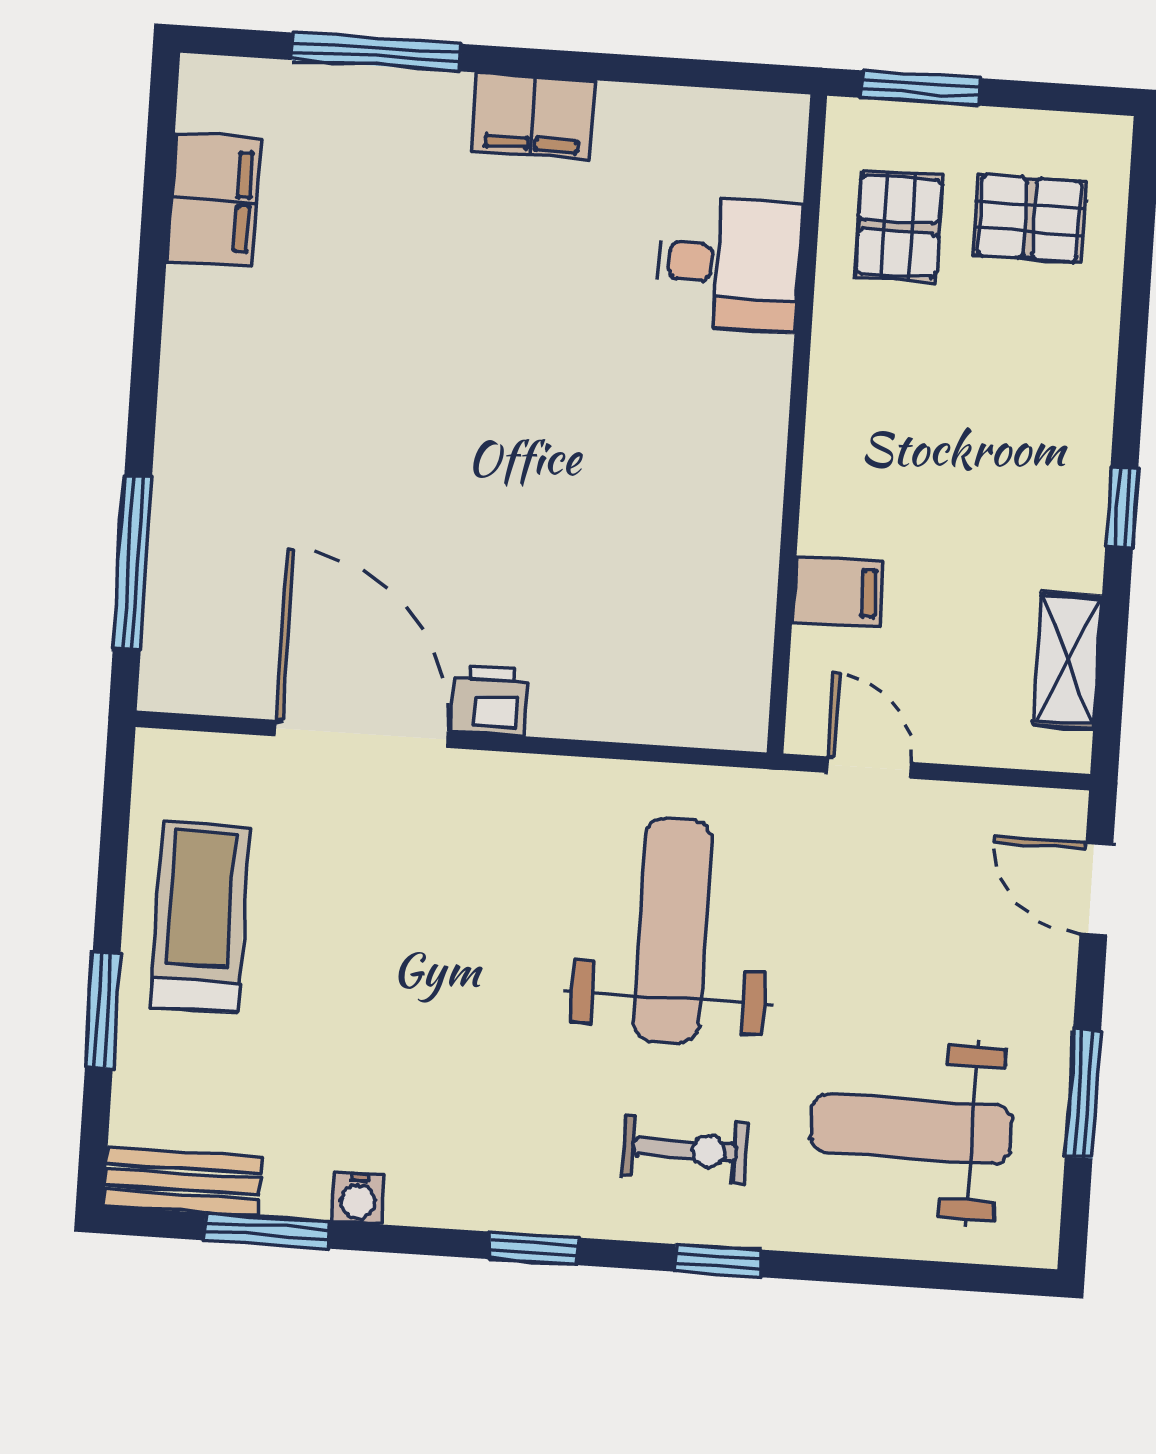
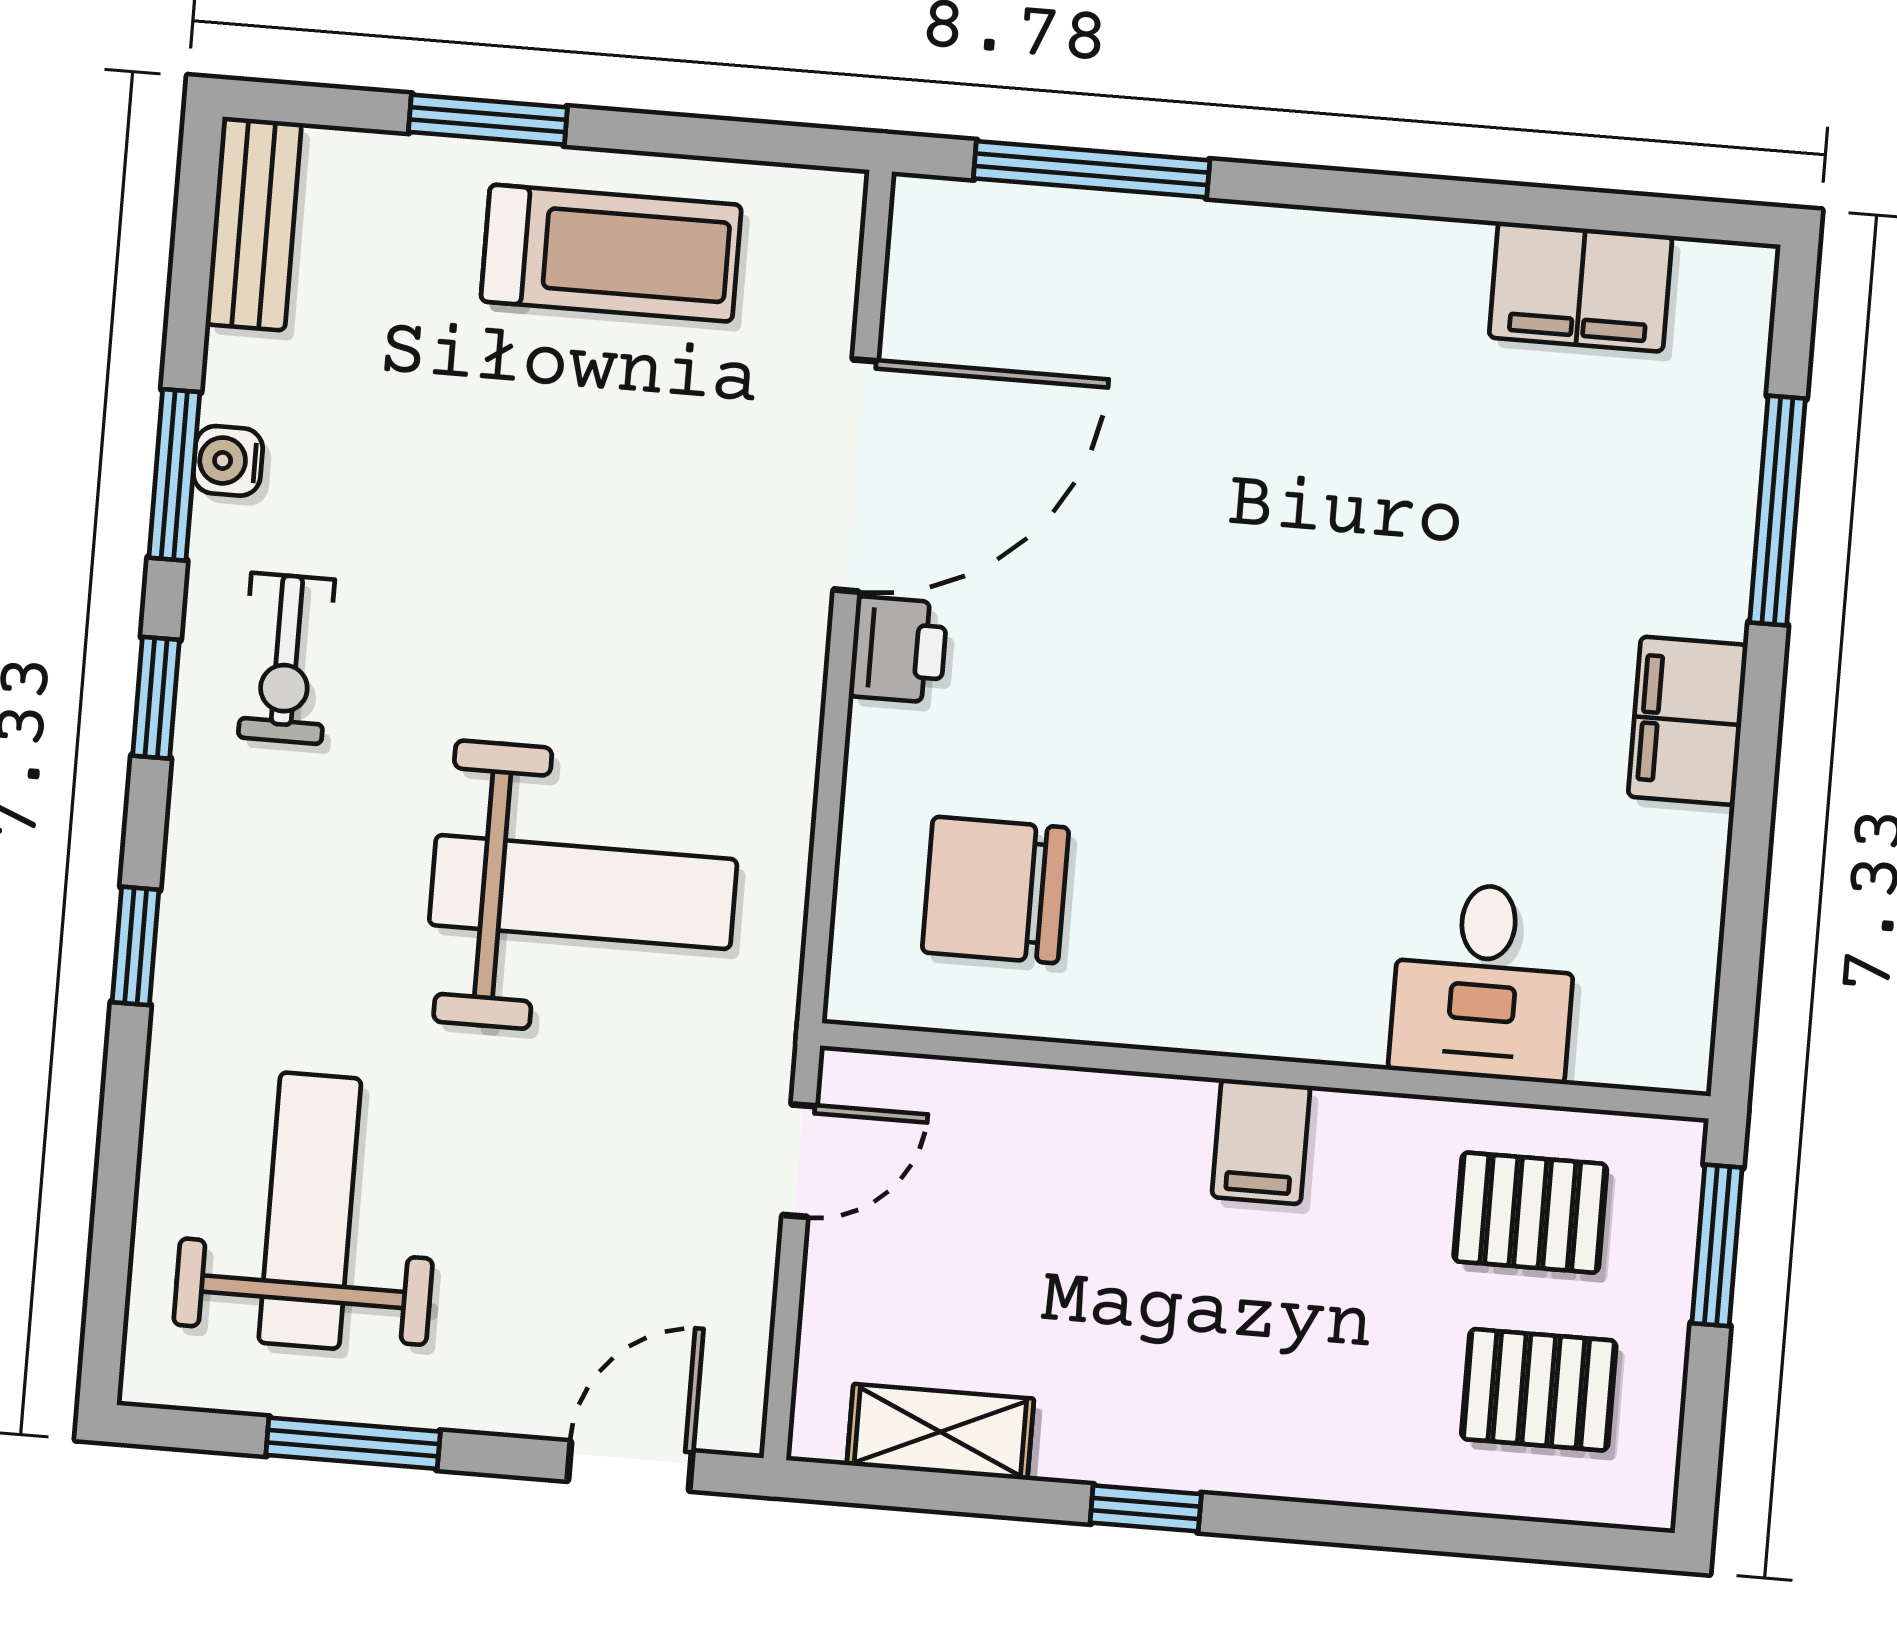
pallet: (1030, 218) -> (1539, 1390), turned 90
filing cabinet: (838, 592) -> (1261, 1141), moved
chair: (666, 626) -> (995, 890), added
exercise bike: (685, 1150) -> (286, 658), moved
window: (267, 1231) -> (174, 475), moved

